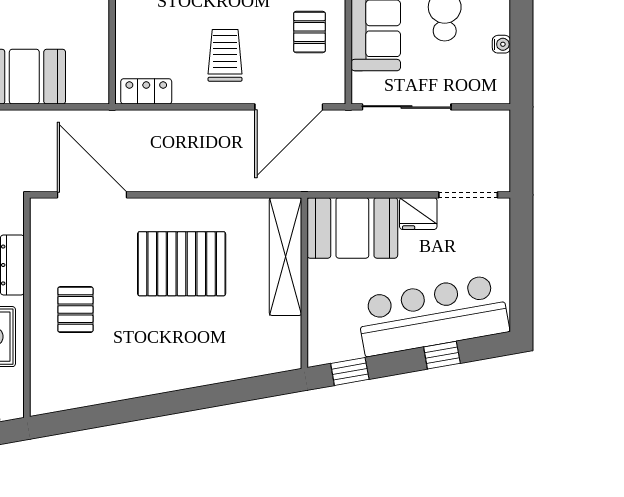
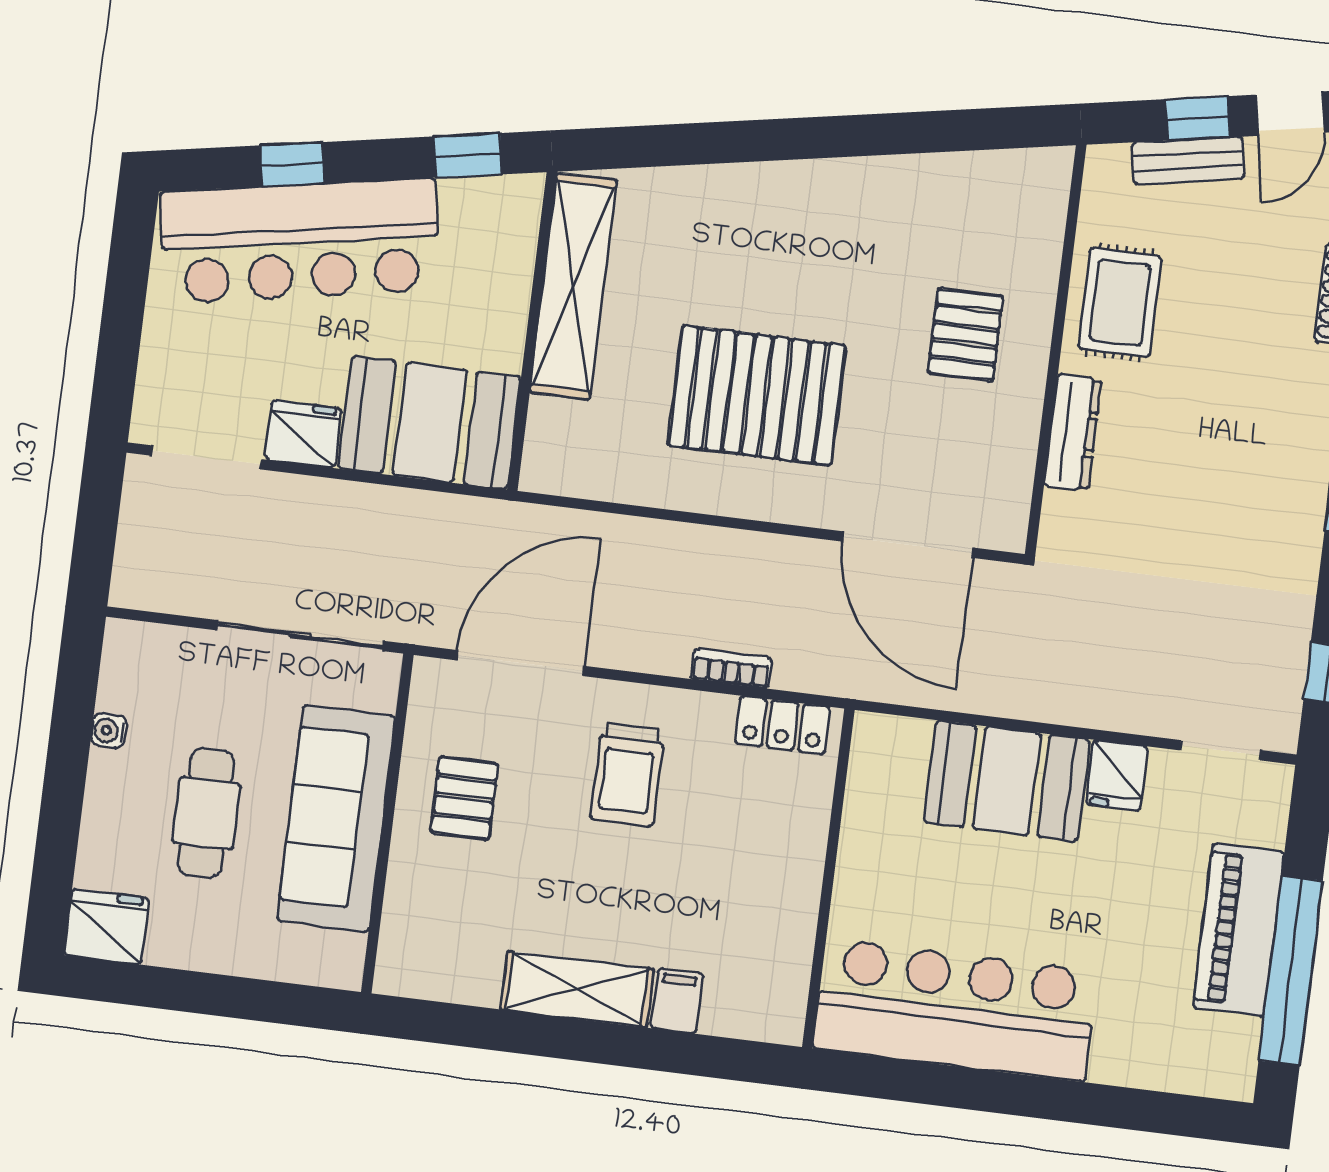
bookcase: (177, 118) -> (731, 669), added
shelving: (286, 257) -> (573, 286), moved

